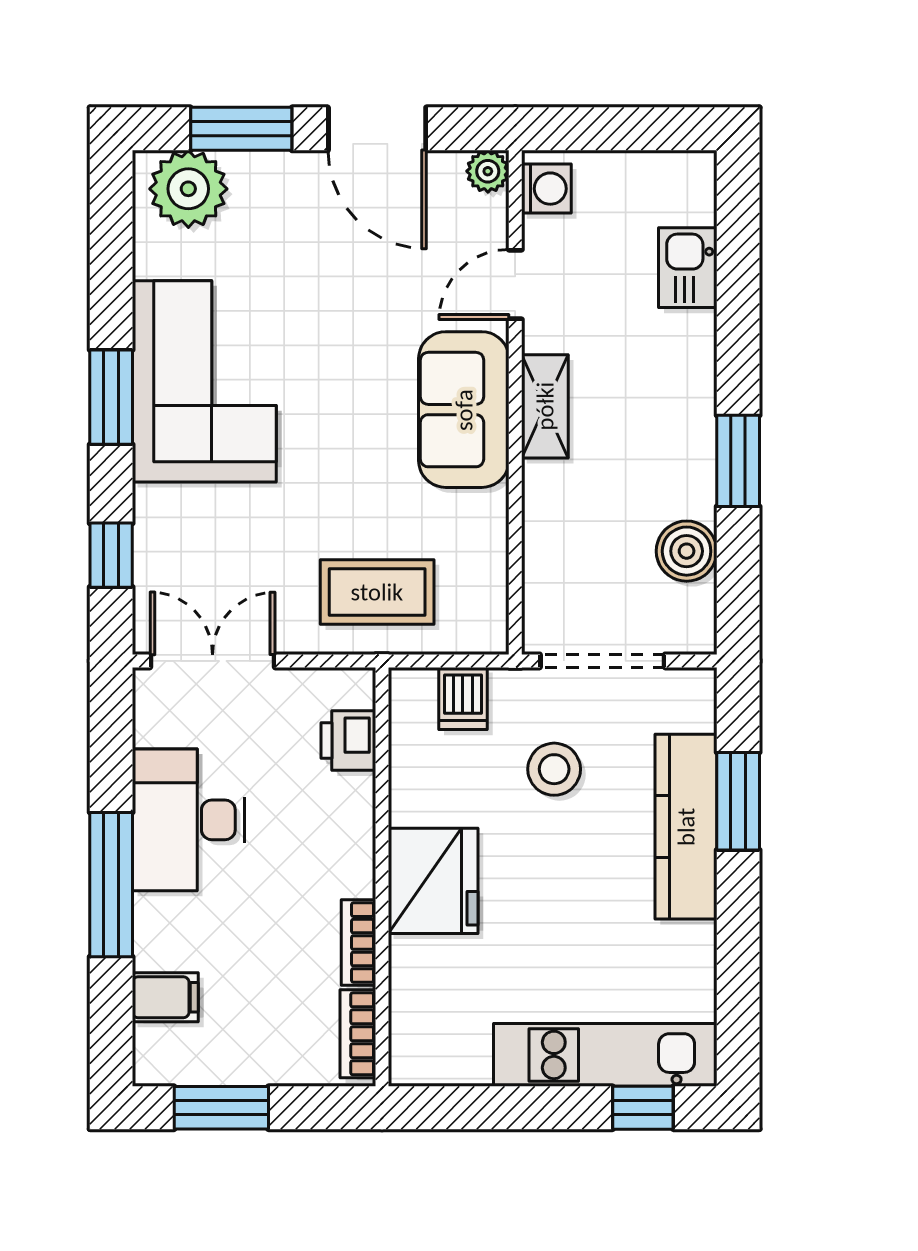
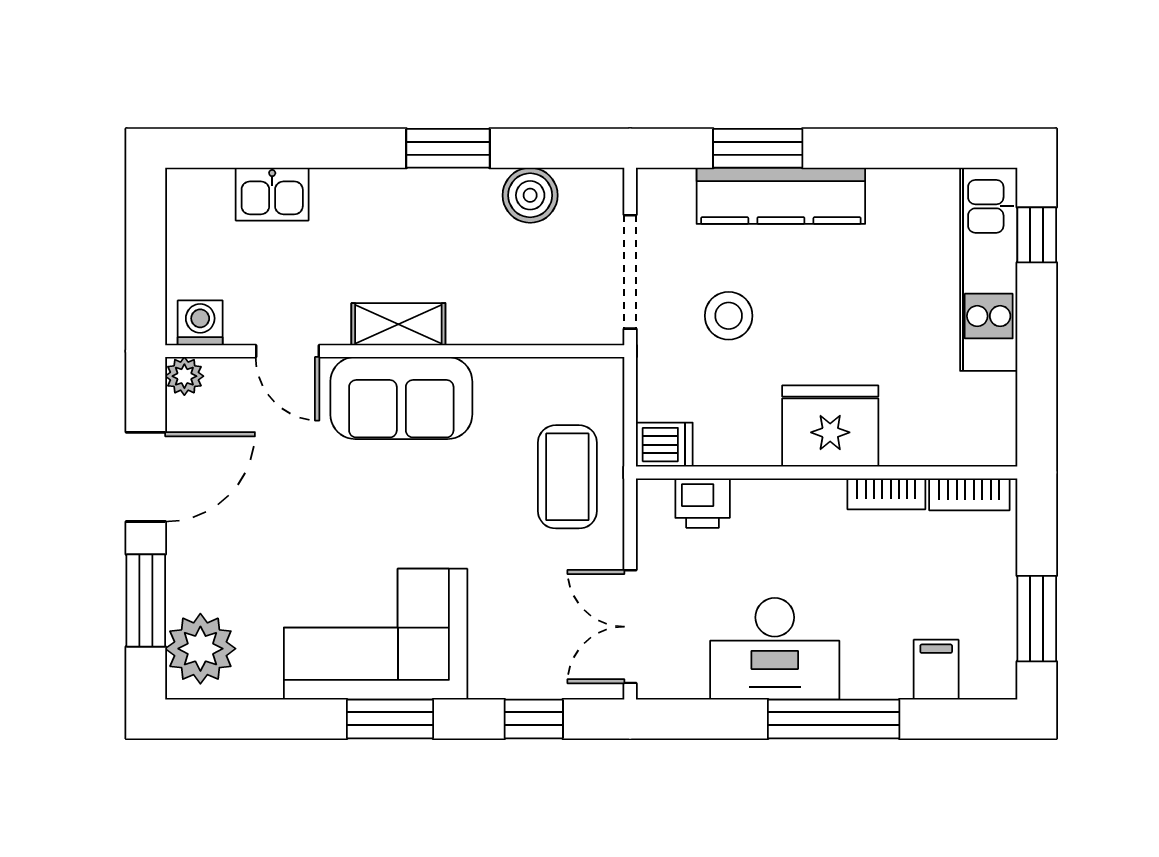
dishwasher: (463, 699) -> (664, 445), moved

